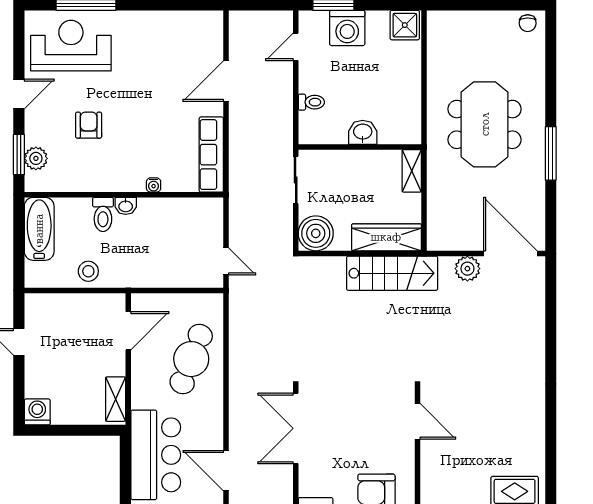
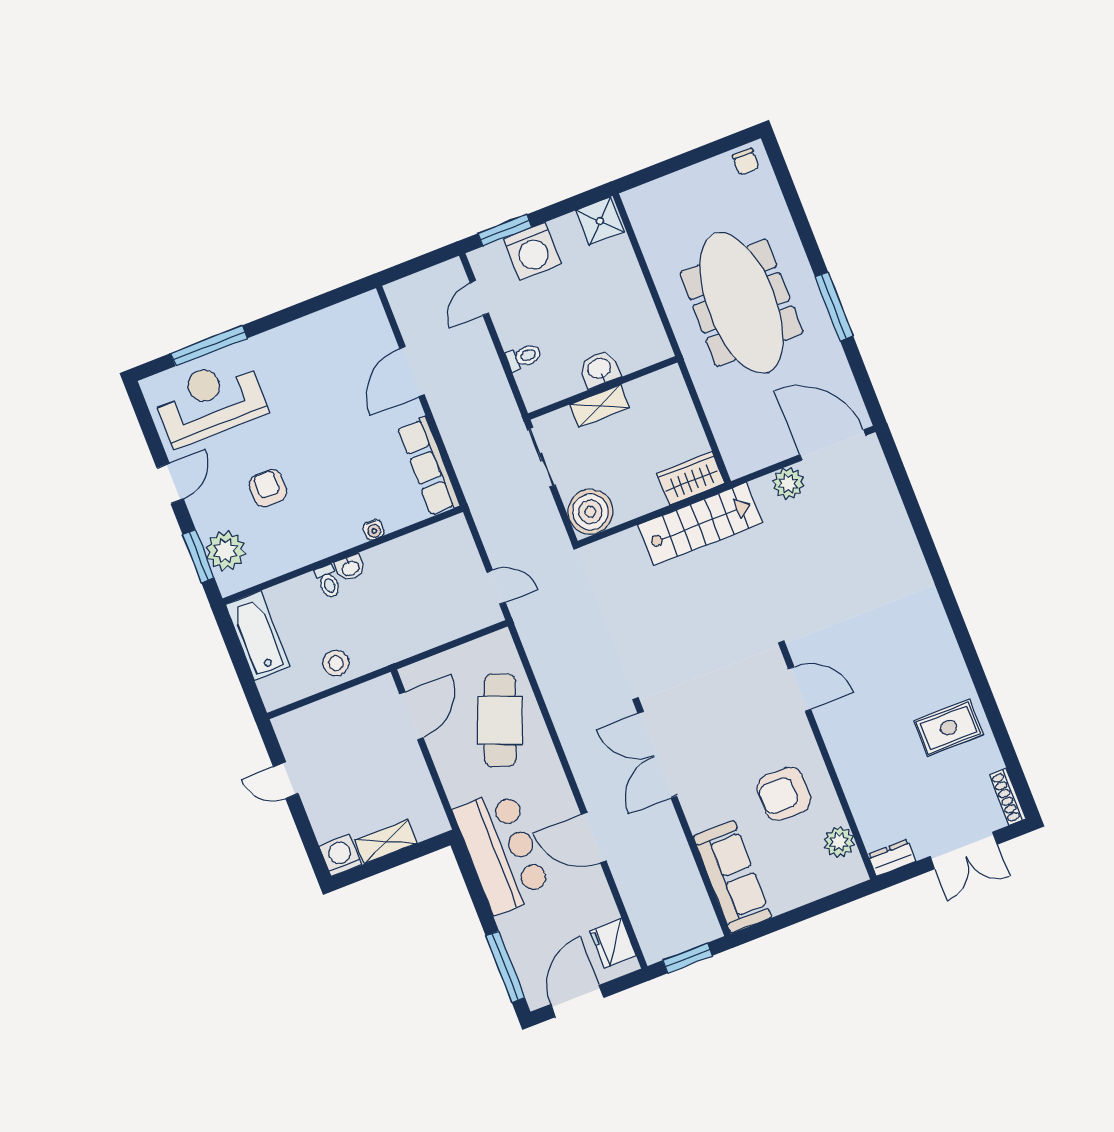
meeting table: (485, 124) -> (741, 303), width x1.36
plant: (36, 158) -> (226, 551), width x1.36, depth x1.36
shelving: (412, 171) -> (599, 406), moved, turned 90
toilet: (103, 214) -> (328, 581), width x0.73, depth x0.72
wardrobe: (386, 237) -> (691, 478), width x0.67
shelving: (116, 399) -> (386, 842), moved, turned 90

